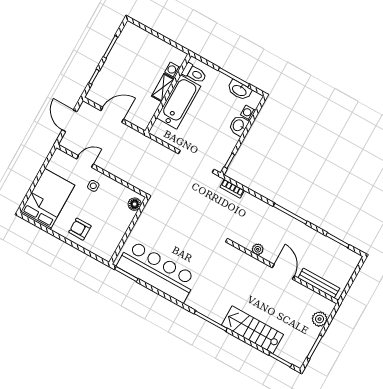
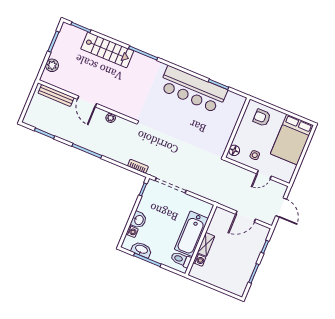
floor lamp: (135, 204) -> (234, 150), moved
armchair: (80, 229) -> (262, 118), turned 180
wall: (129, 231) -> (236, 128), moved

